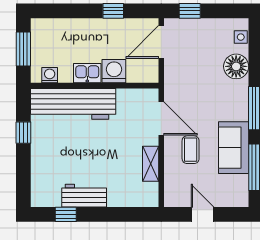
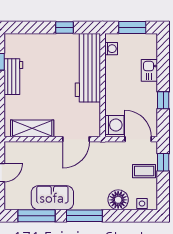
washing machine: (114, 71) -> (114, 125), moved
kitchen sink: (87, 73) -> (149, 70), moved, turned 180
coffee table: (191, 150) -> (144, 171), moved
shelving: (151, 164) -> (32, 128), width x1.50, depth x1.33

